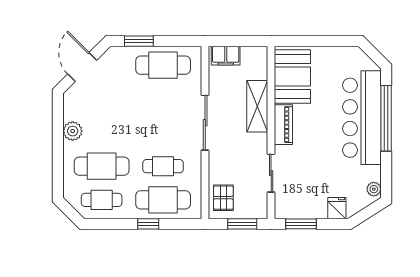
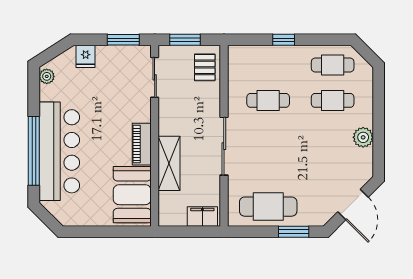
cafe table: (102, 166) -> (333, 100), width x0.73, depth x0.74
sliding door: (271, 173) -> (155, 77), moved
cafe table: (163, 200) -> (268, 65), removed

